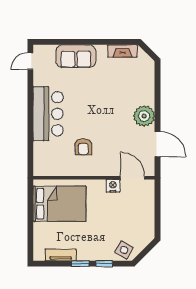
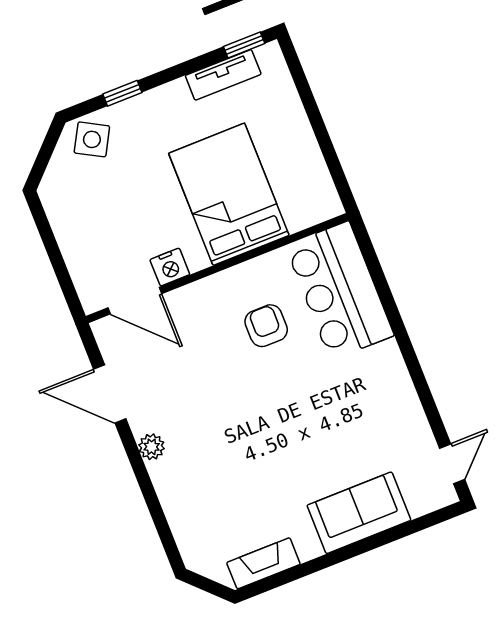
bar counter: (48, 114) -> (340, 291), moved
plant: (144, 116) -> (152, 447), width x0.53, depth x0.53
bed: (59, 204) -> (229, 194), moved, turned 90
window: (80, 264) -> (244, 45), moved

